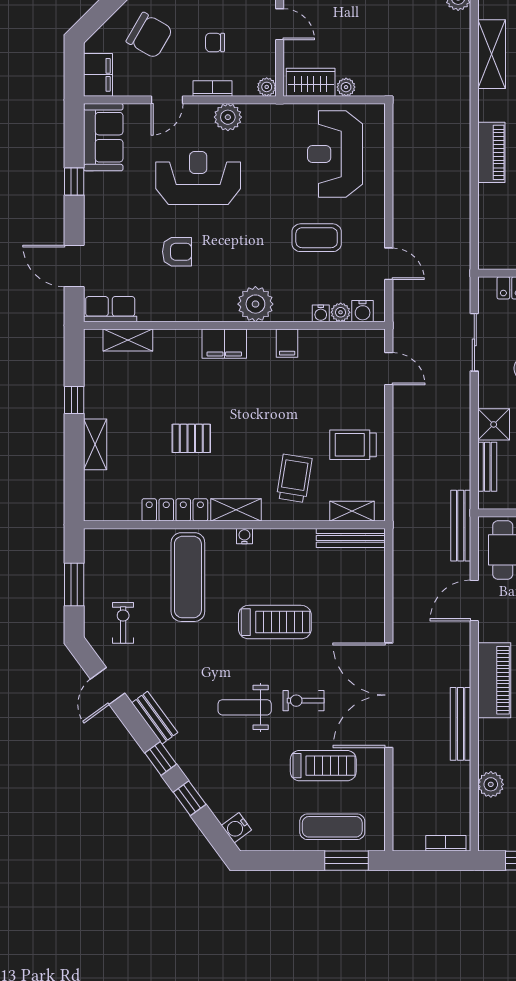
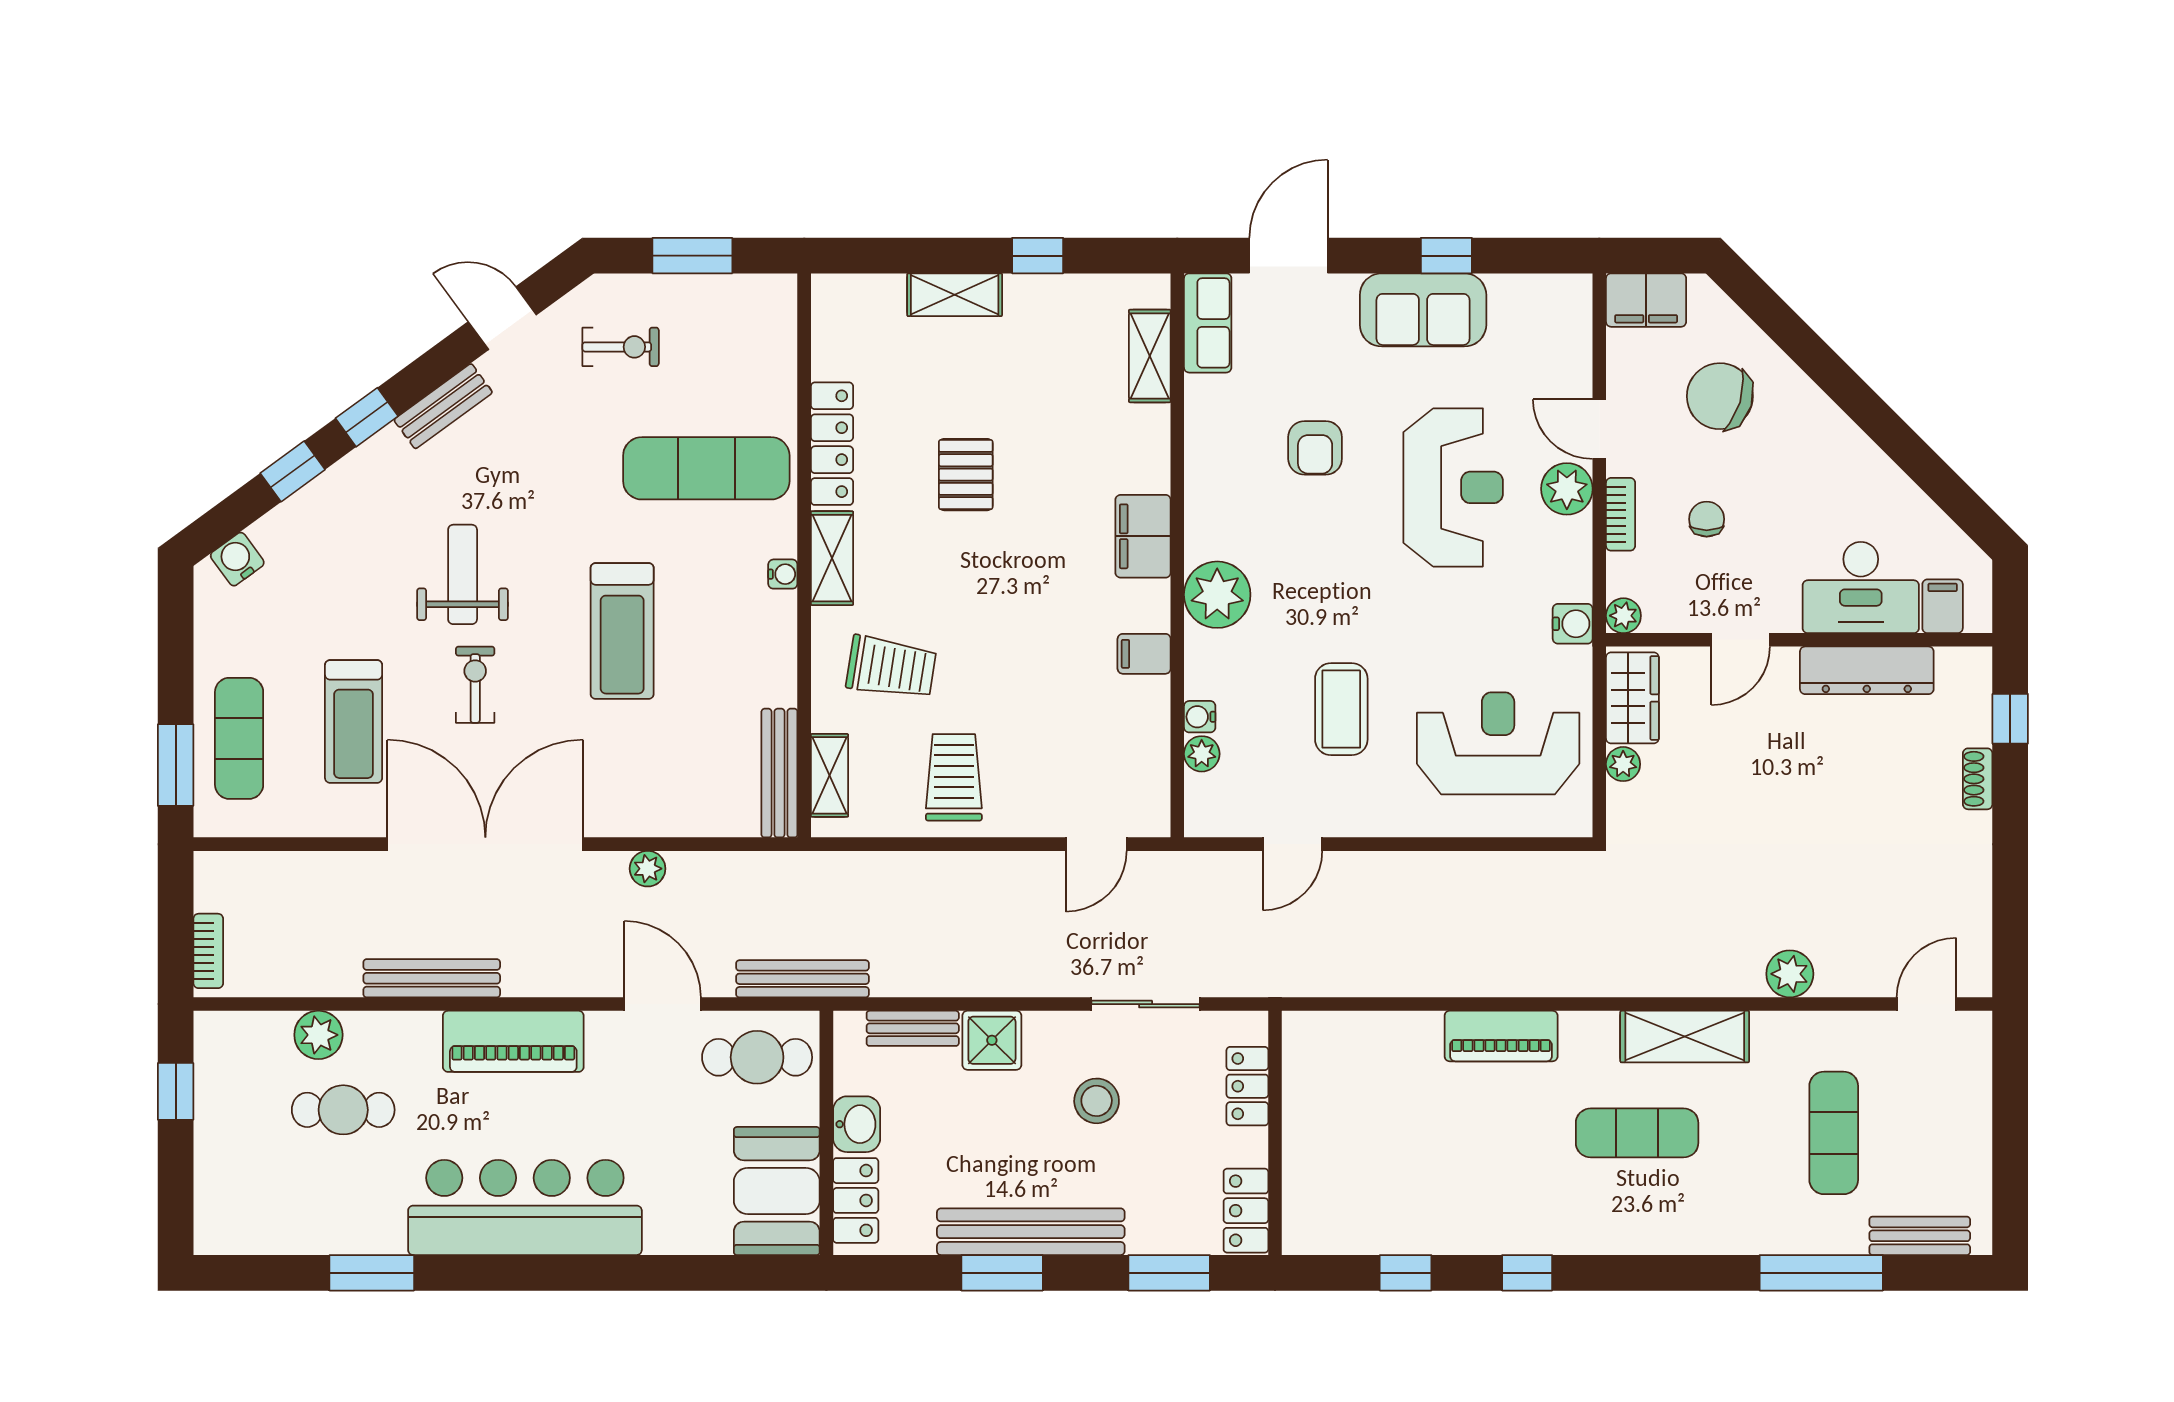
chair: (149, 35) -> (1720, 396), turned 77
plant: (228, 117) -> (1567, 489), moved
sofa: (103, 137) -> (1423, 310), moved
water cooler: (363, 311) -> (1573, 624), moved, turned 180
plant: (402, 608) -> (648, 869), added

